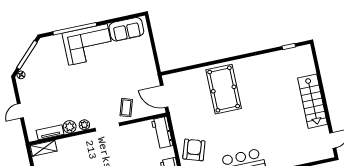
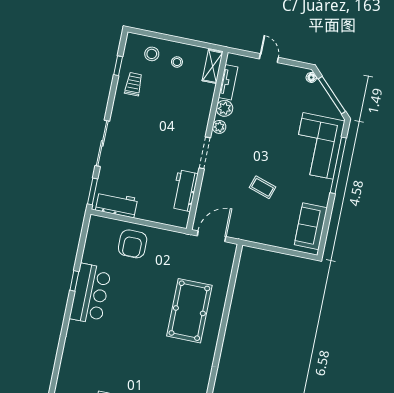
corner sofa: (88, 45) -> (318, 146), moved
pool table: (224, 89) -> (189, 311), turned 90
coffee table: (126, 108) -> (262, 187), moved
workbench: (162, 132) -> (184, 191), moved, turned -90
armchair: (194, 150) -> (133, 244), turned 72

